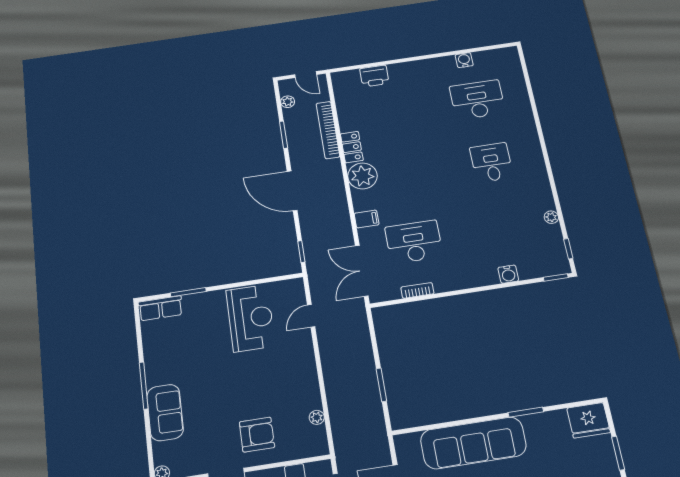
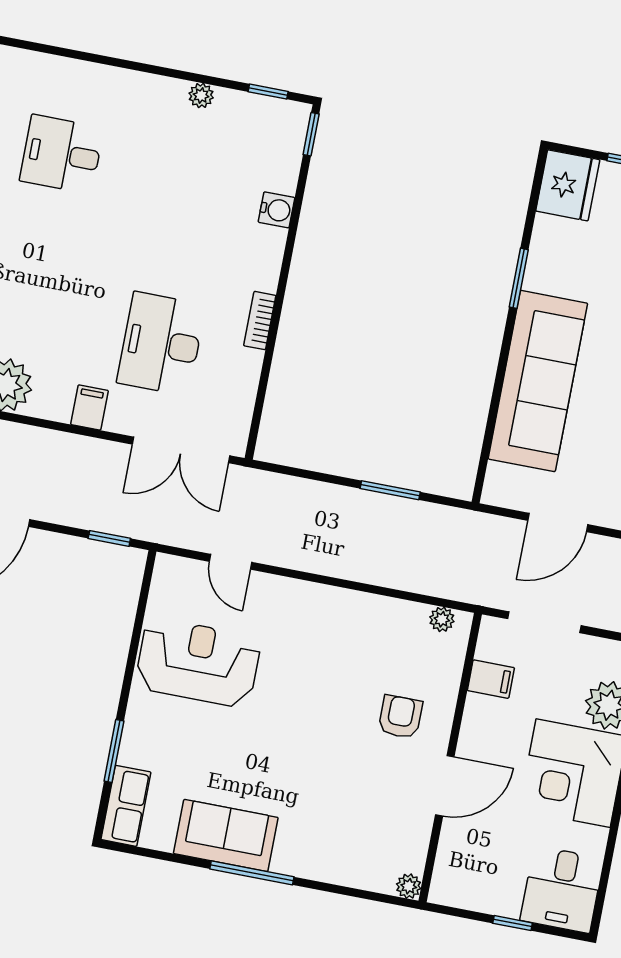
bookcase: (417, 290) -> (260, 321), moved
sofa: (165, 413) -> (226, 835), moved
plant: (317, 417) -> (442, 619), moved
armchair: (257, 435) -> (400, 717), width x0.72, depth x0.72

